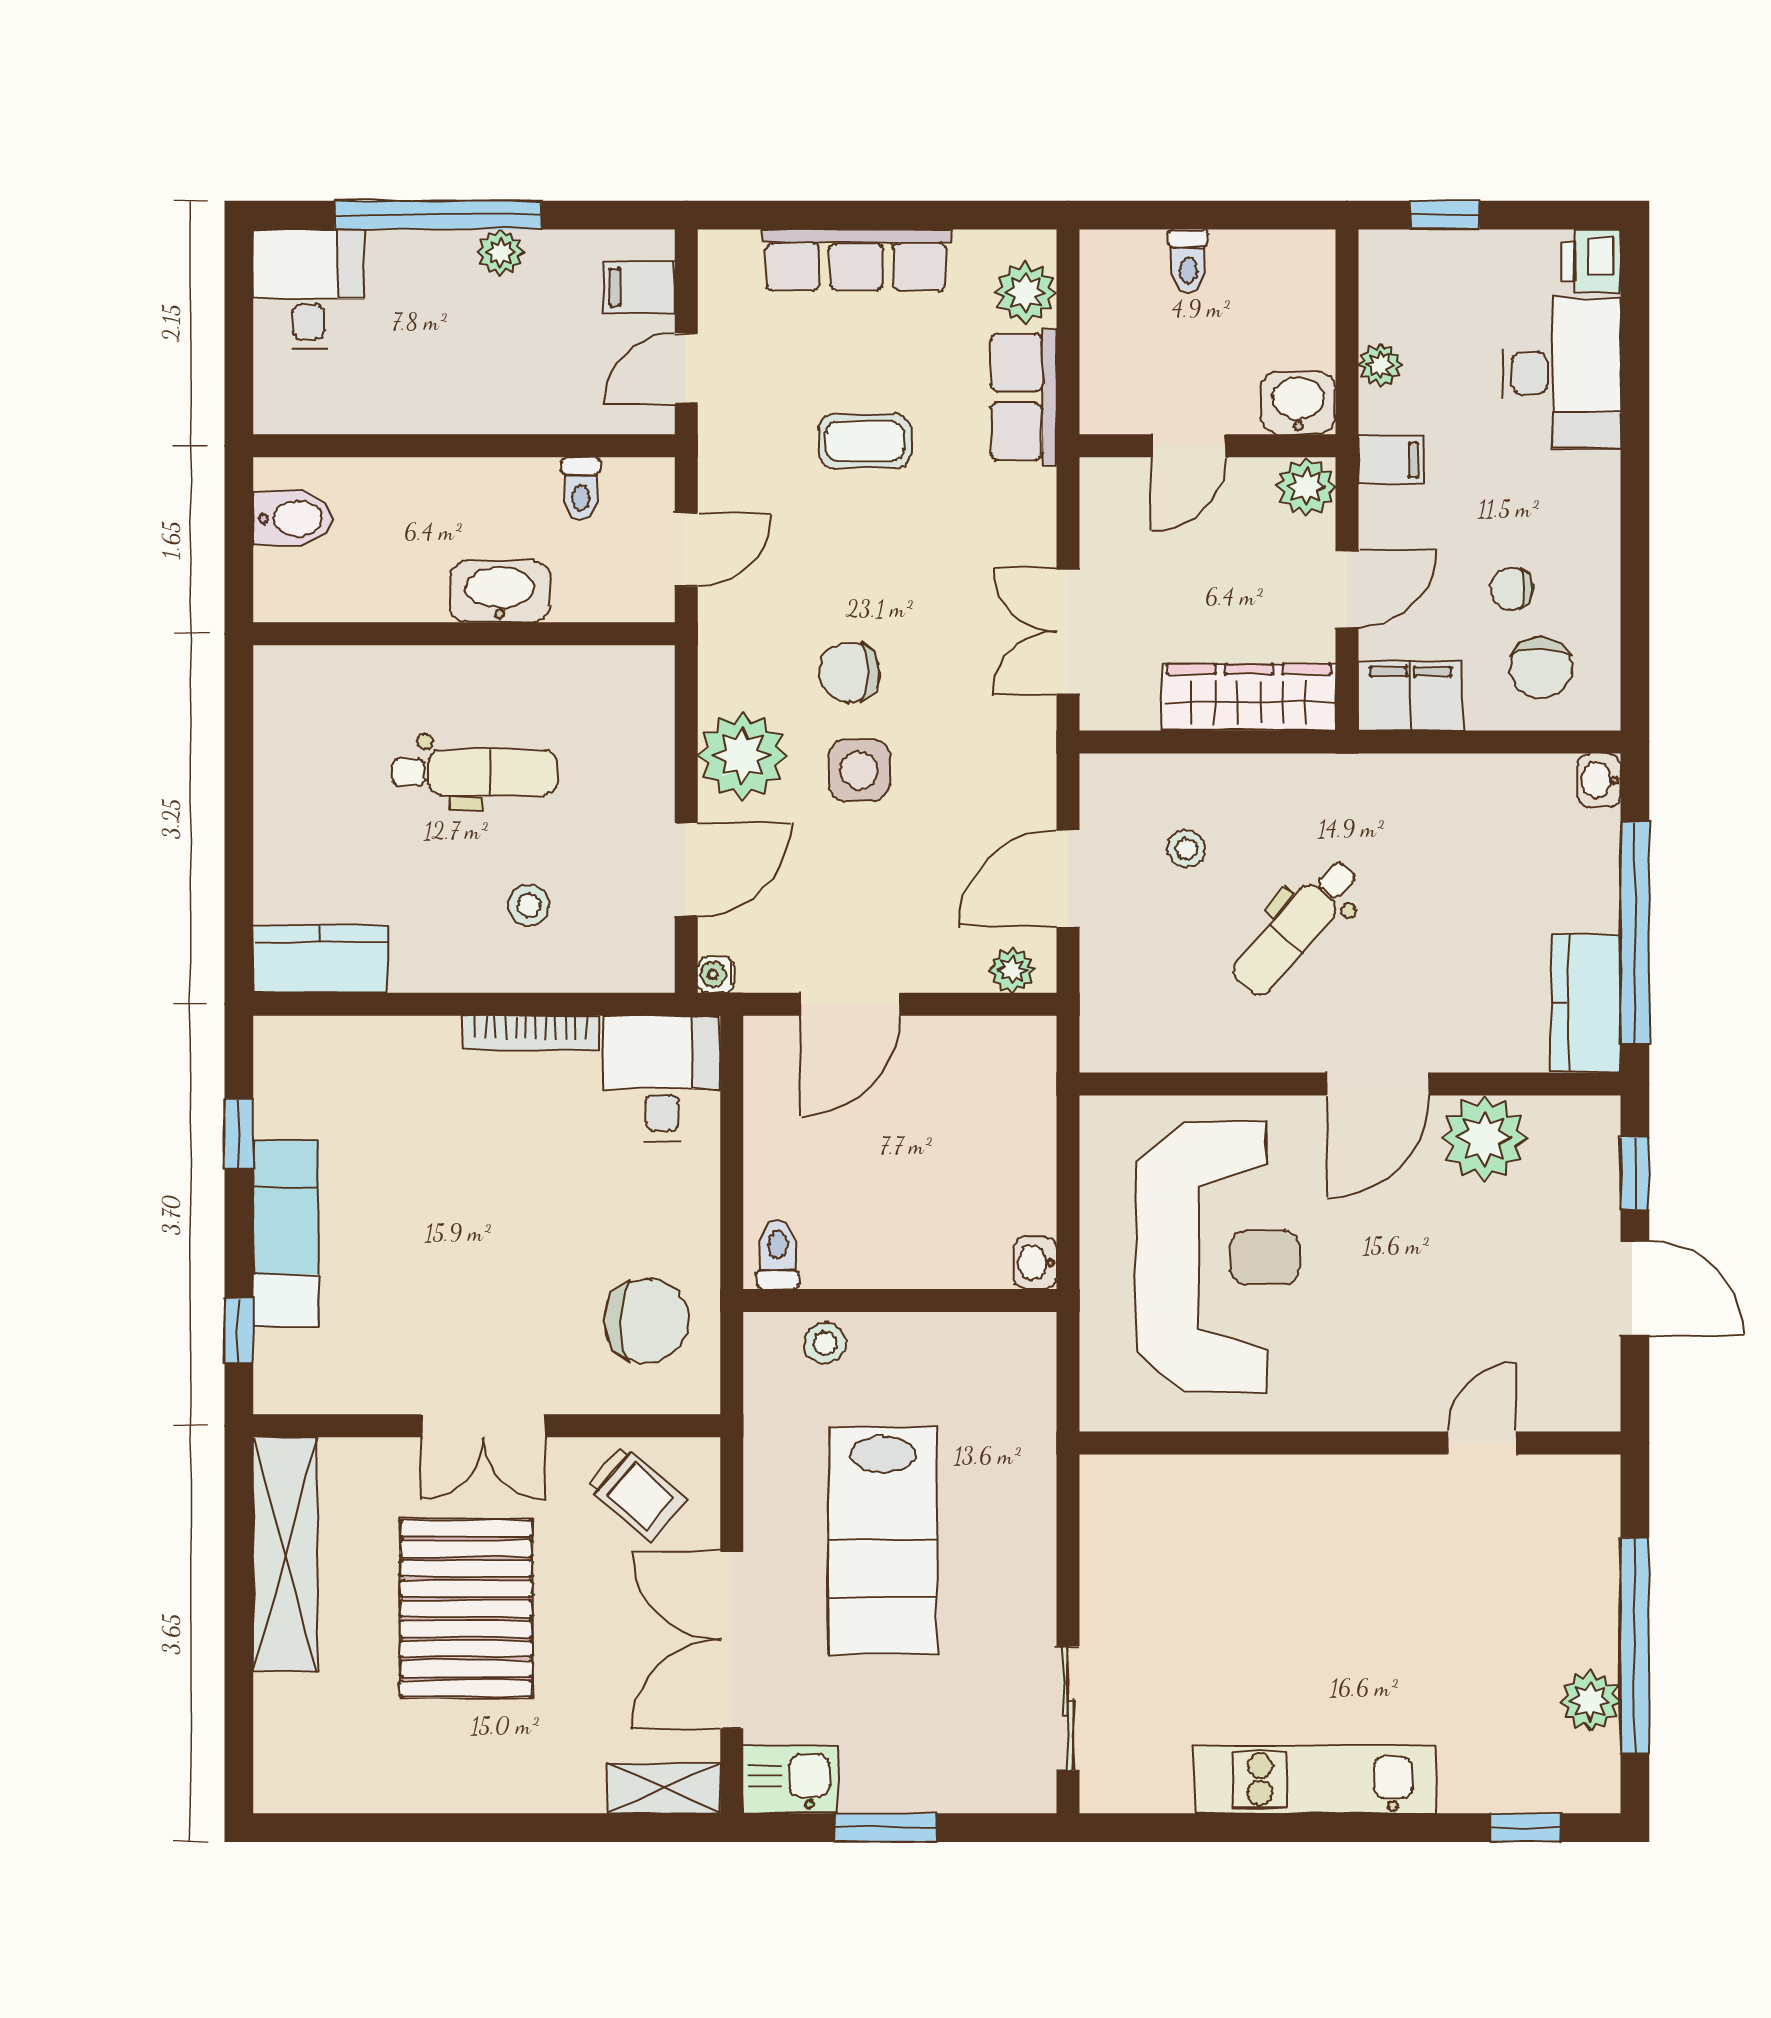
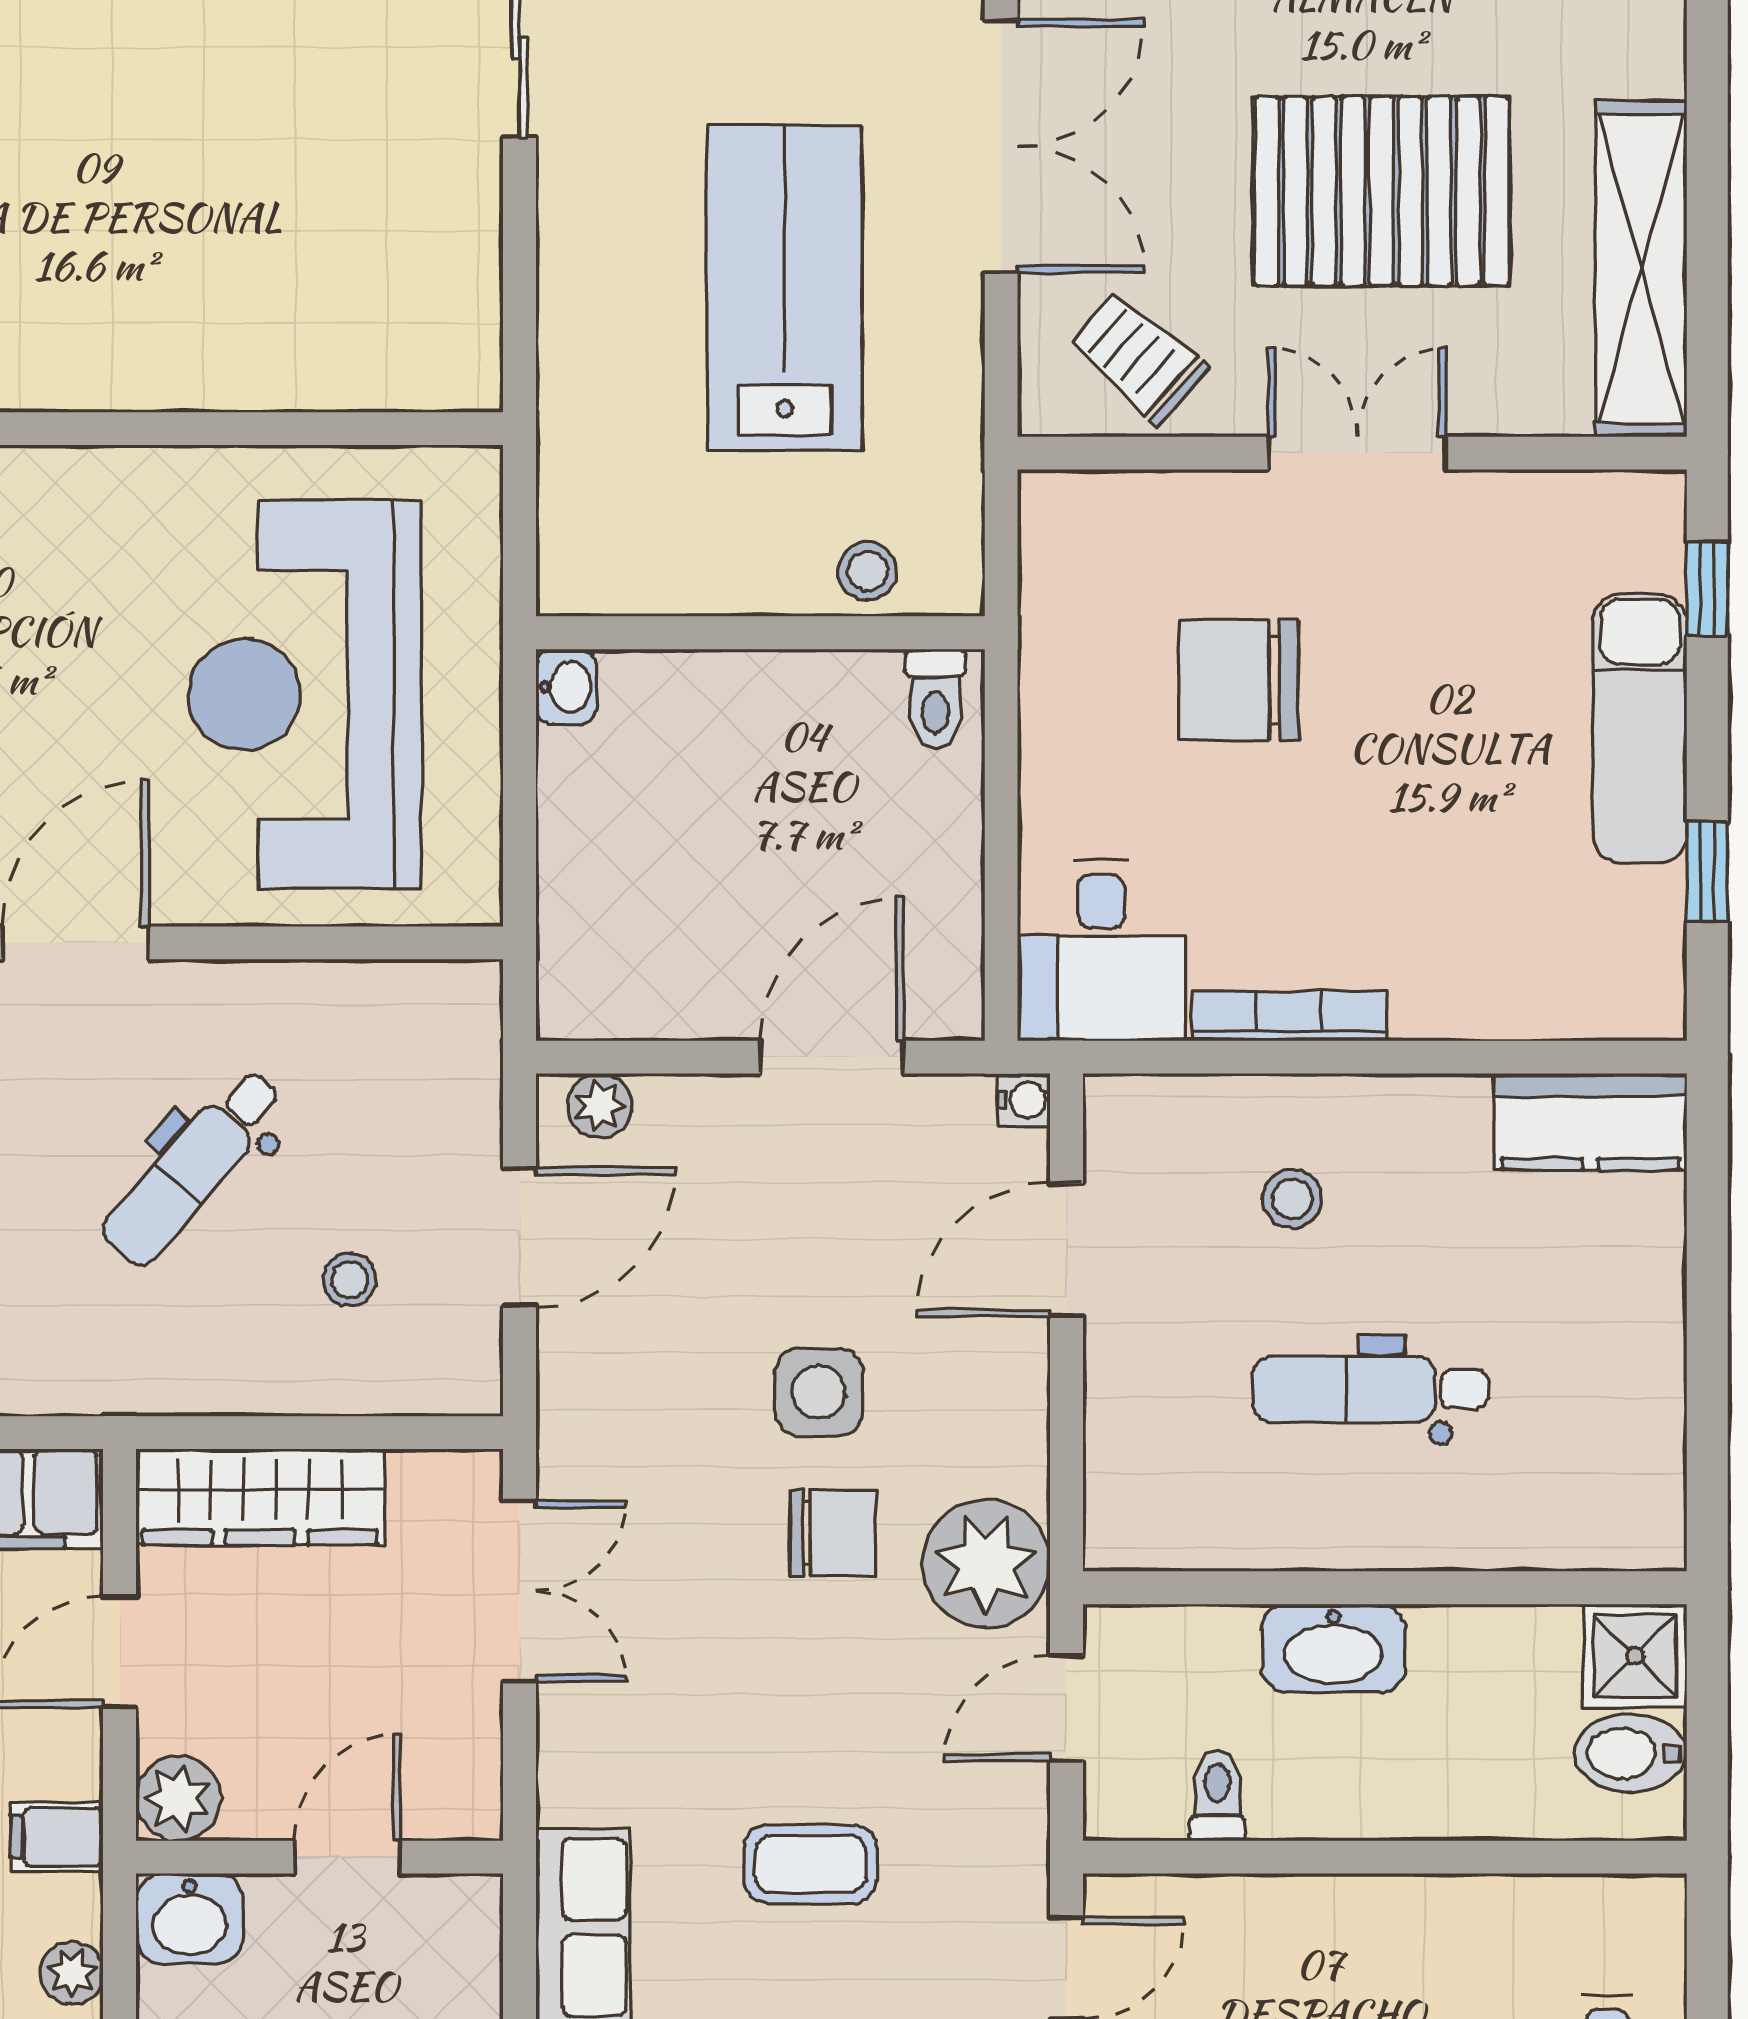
shower: (289, 586) -> (1635, 1656), added
plant: (742, 756) -> (986, 1564), moved
dental chair: (1296, 927) -> (193, 1167), turned 180
chair: (646, 1321) -> (1238, 680), moved
pallet: (466, 1609) -> (1382, 191), turned 90

